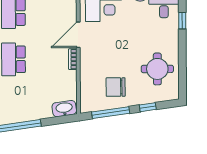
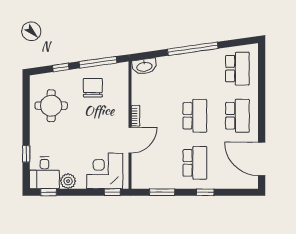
chair: (116, 87) -> (93, 88), turned -90

